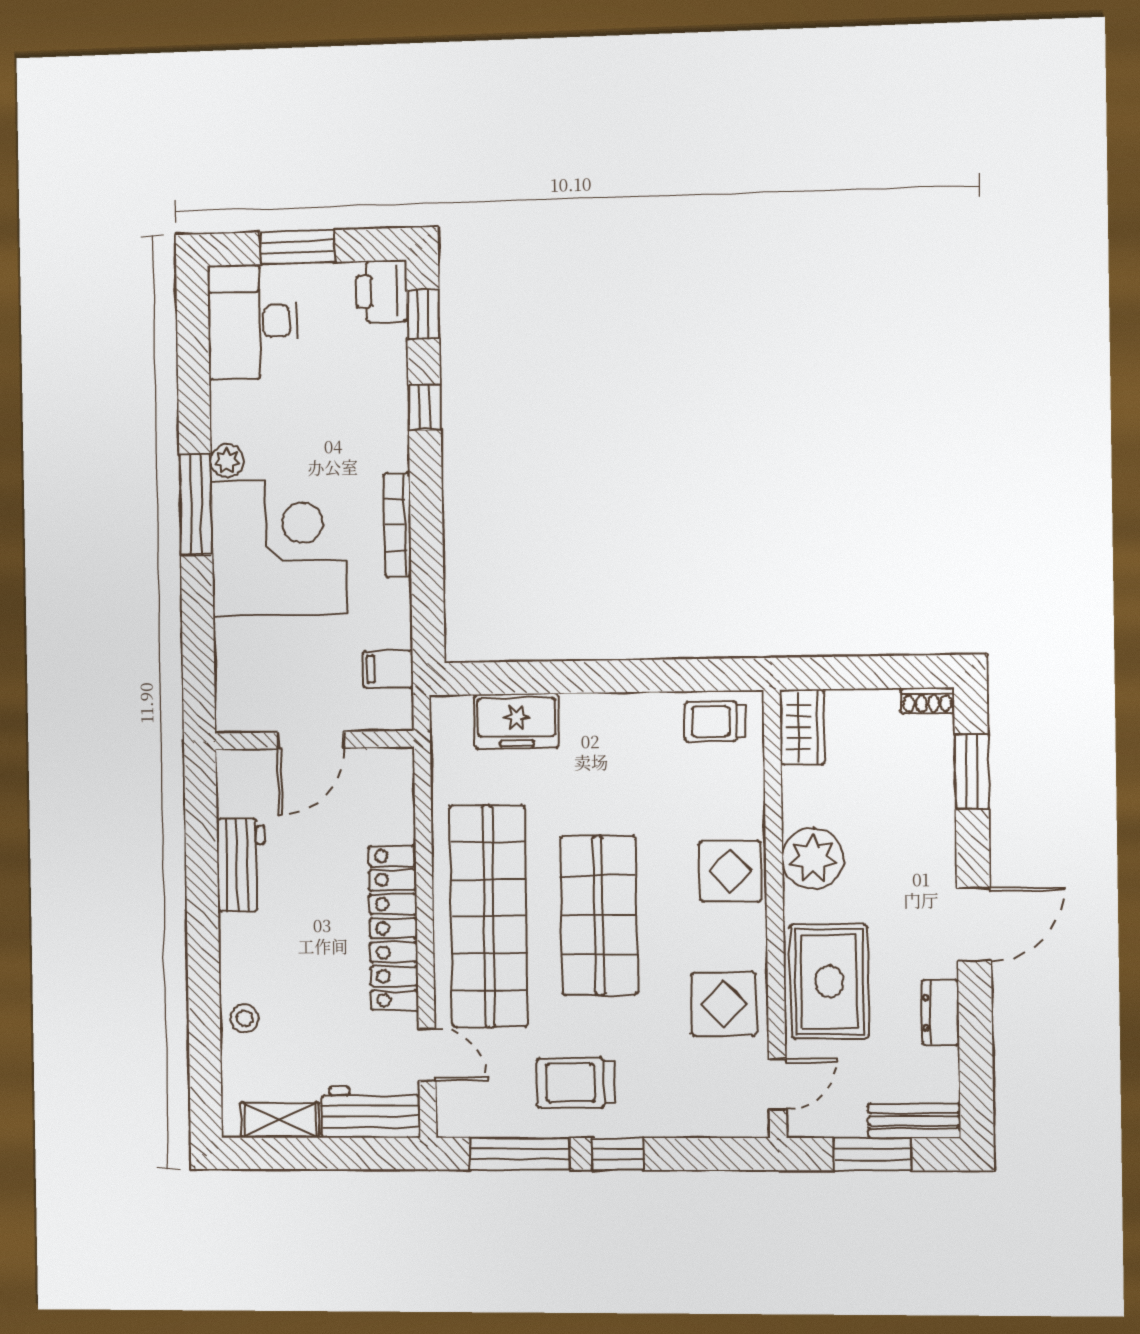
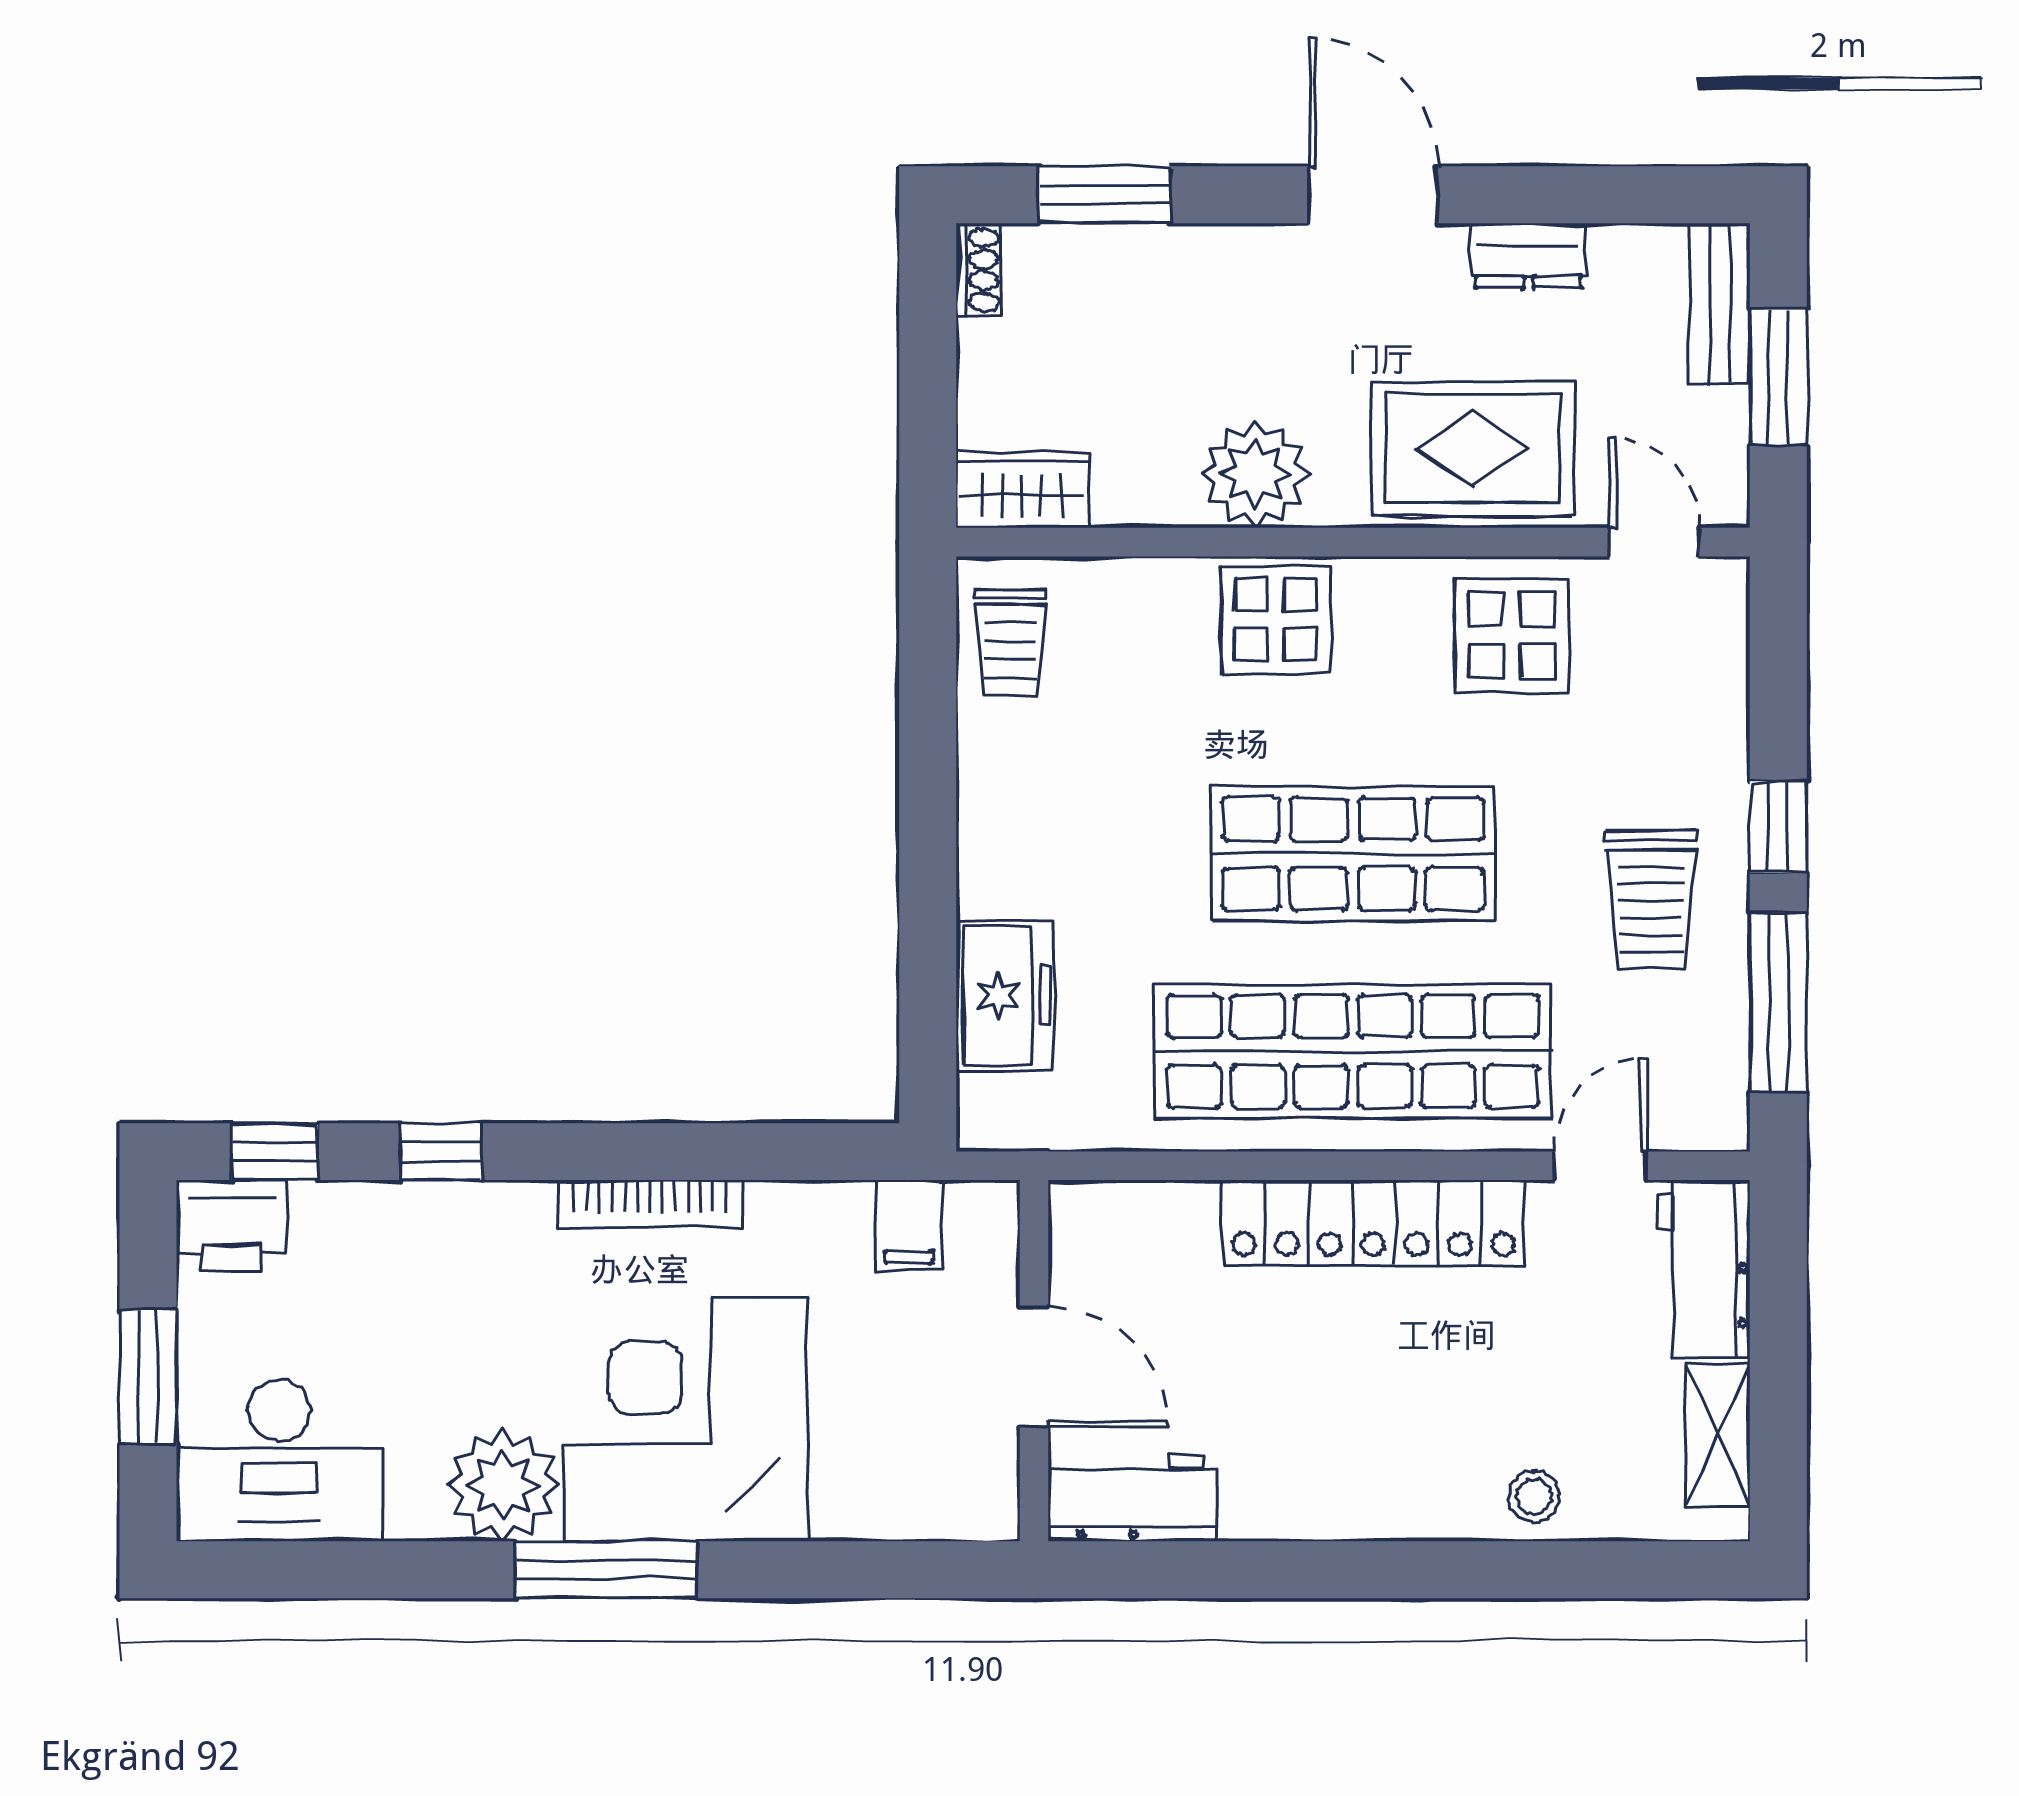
plant: (227, 461) -> (503, 1485), width x1.88, depth x1.88
workbench: (241, 865) -> (1132, 1498), moved

